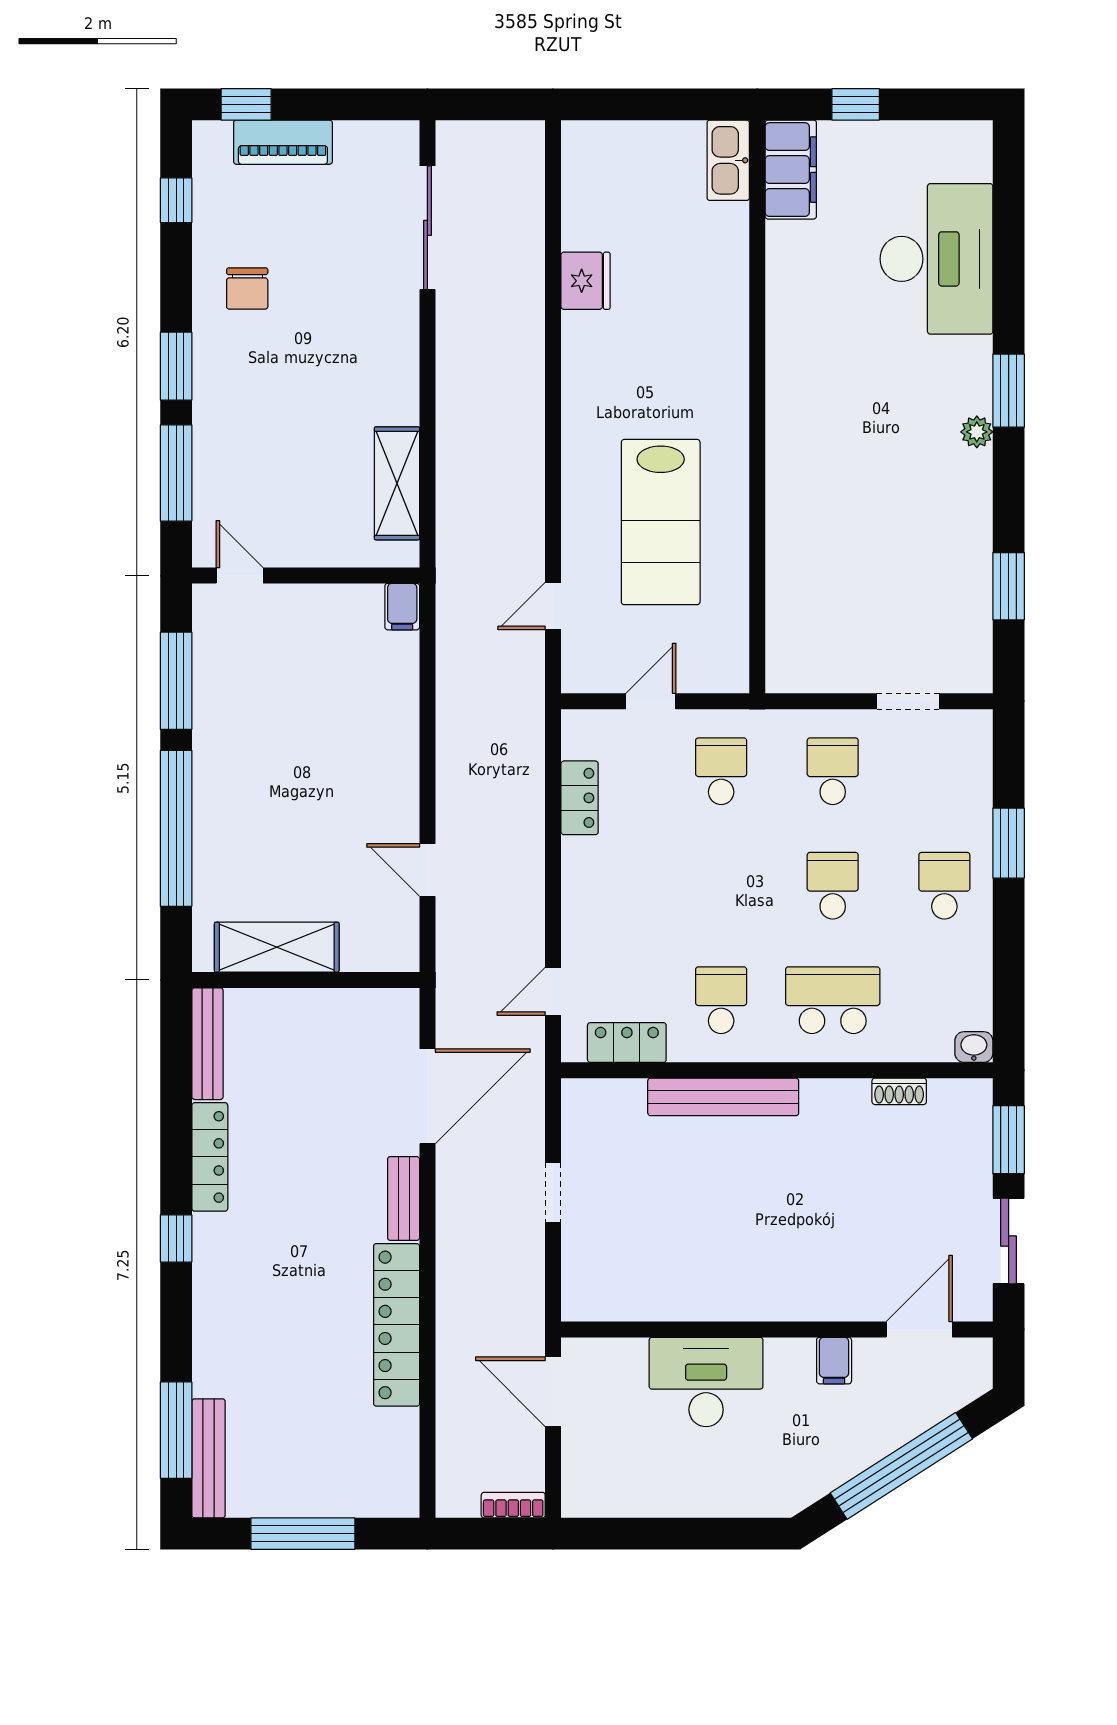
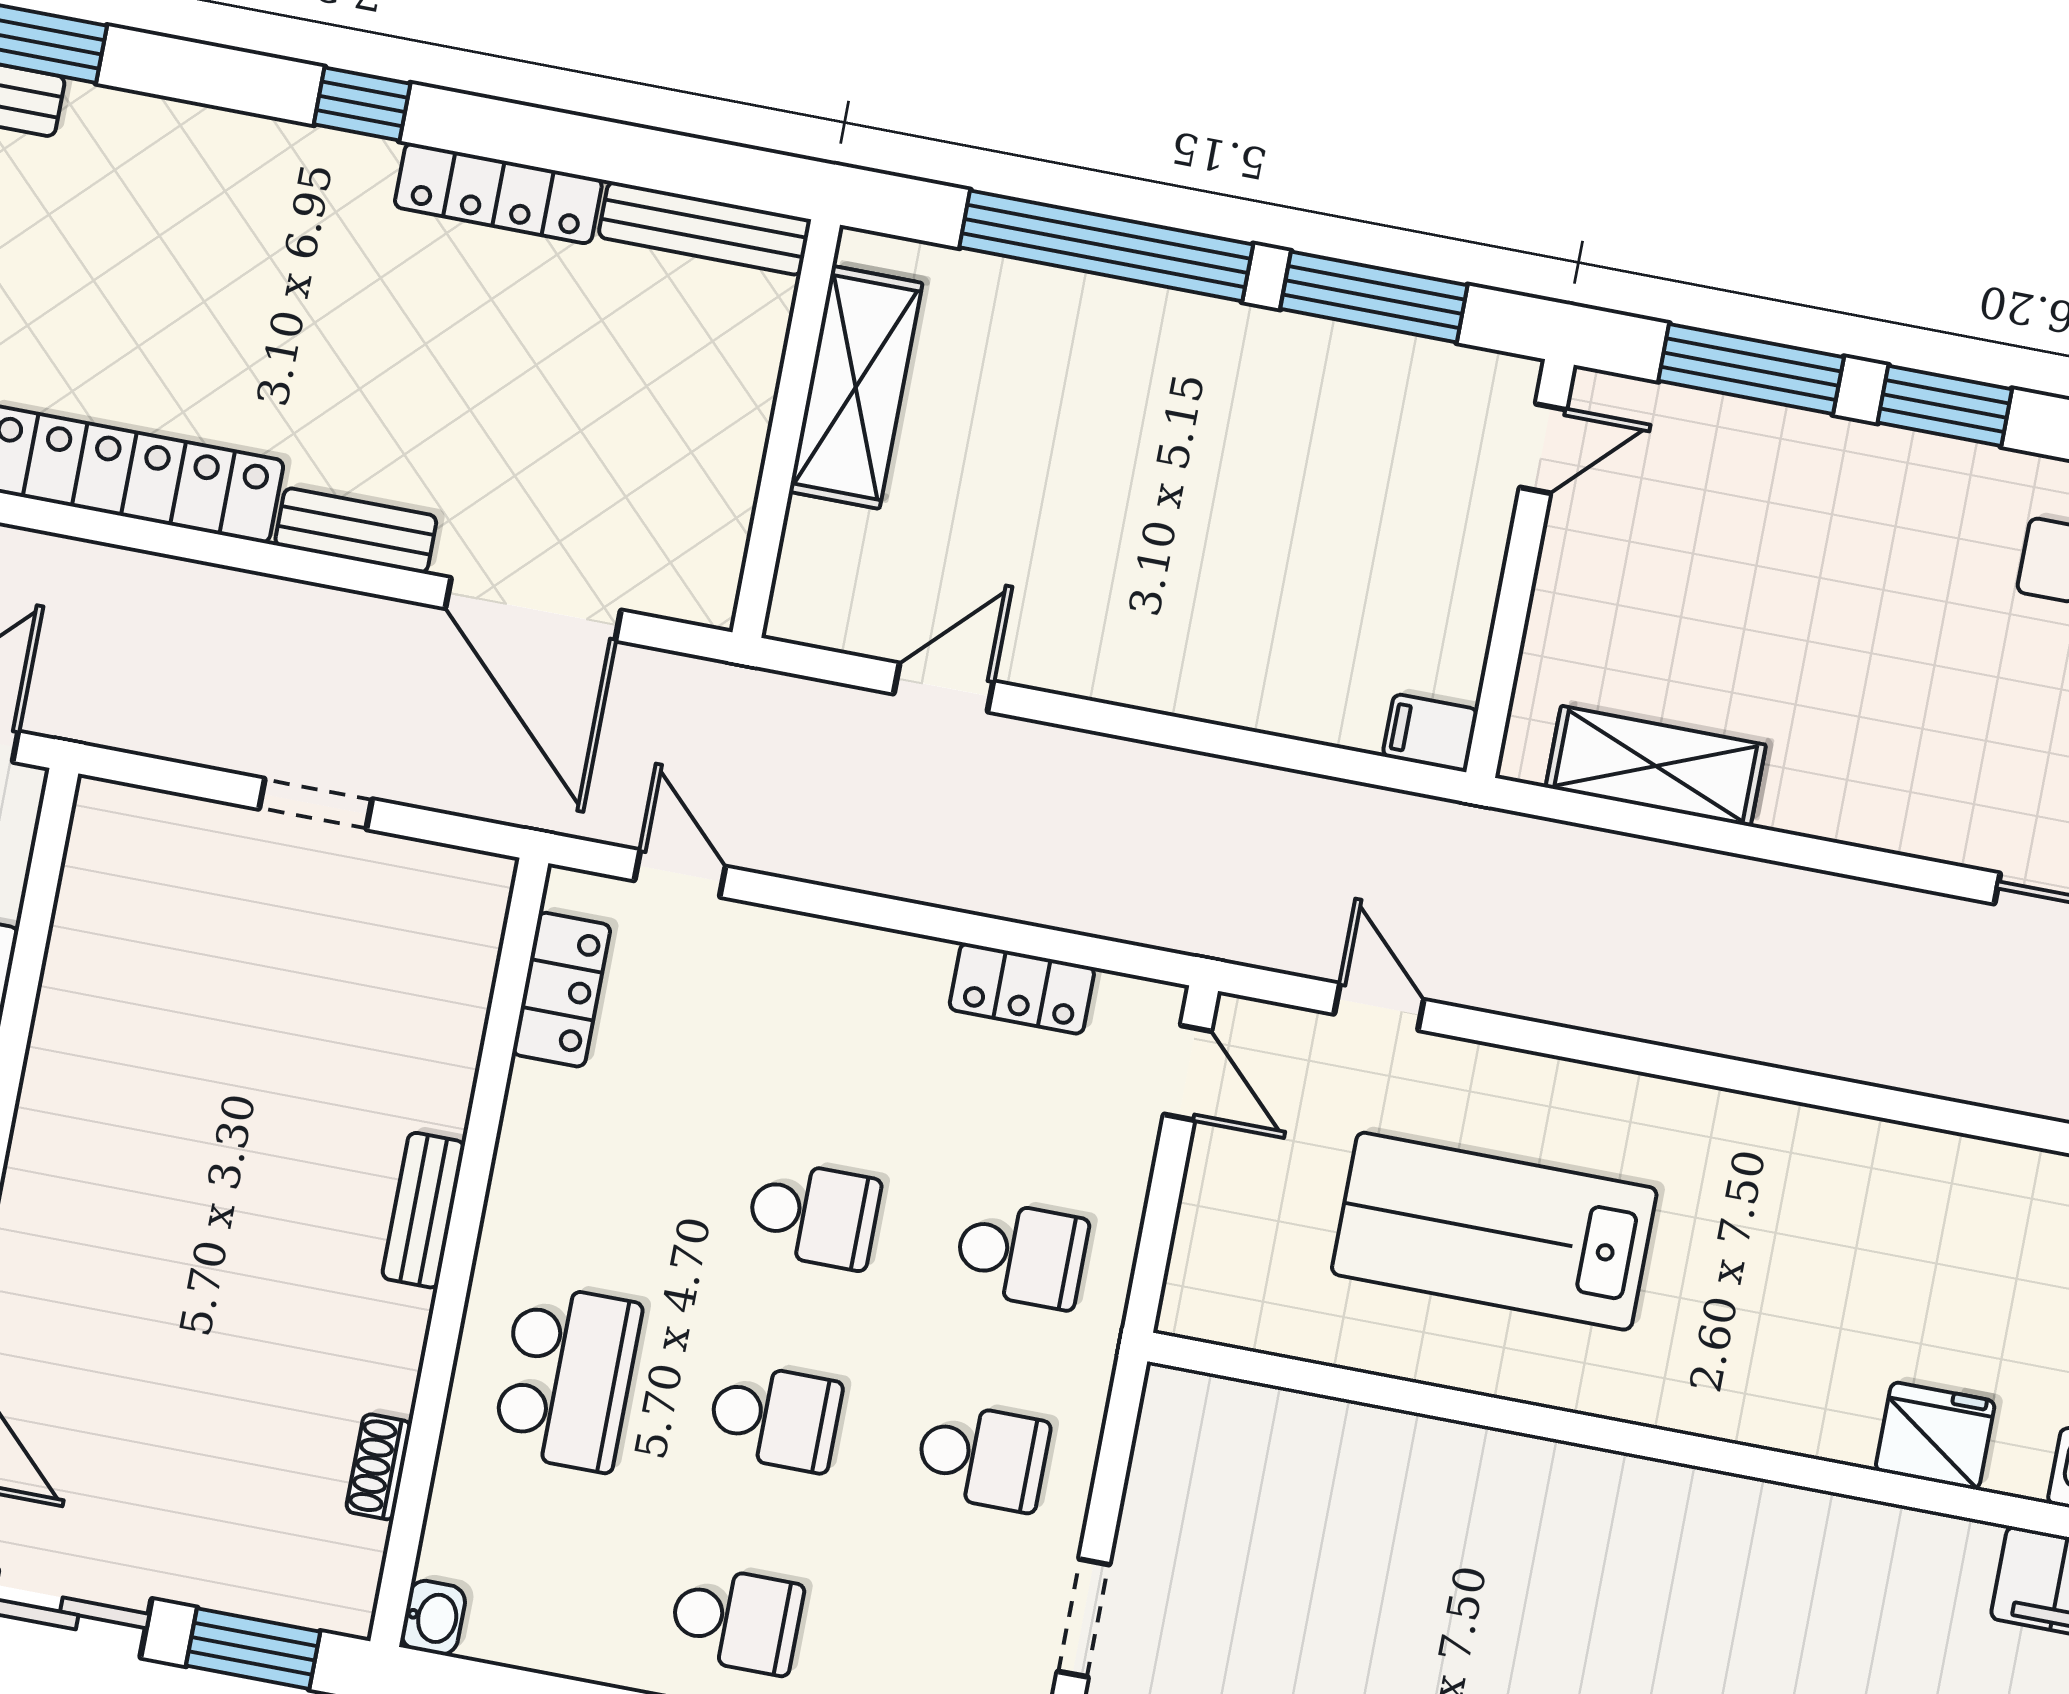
fridge: (586, 281) -> (1935, 1436), moved, turned 180
door: (651, 701) -> (1188, 1073), moved
school desk: (721, 1000) -> (813, 1215), moved
bench: (723, 1097) -> (423, 1210), width x0.54, depth x0.82

